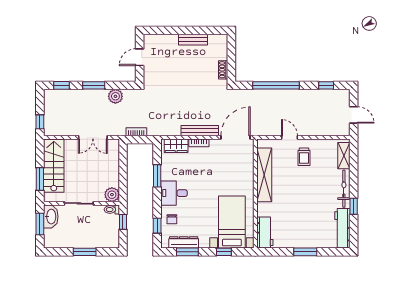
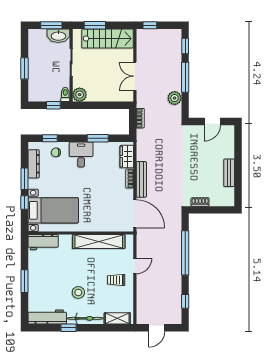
door: (140, 57) -> (212, 121), swing flipped
window: (94, 85) -> (185, 77), width x1.44
stool: (317, 196) -> (78, 292), added
window: (187, 252) -> (25, 179), moved

